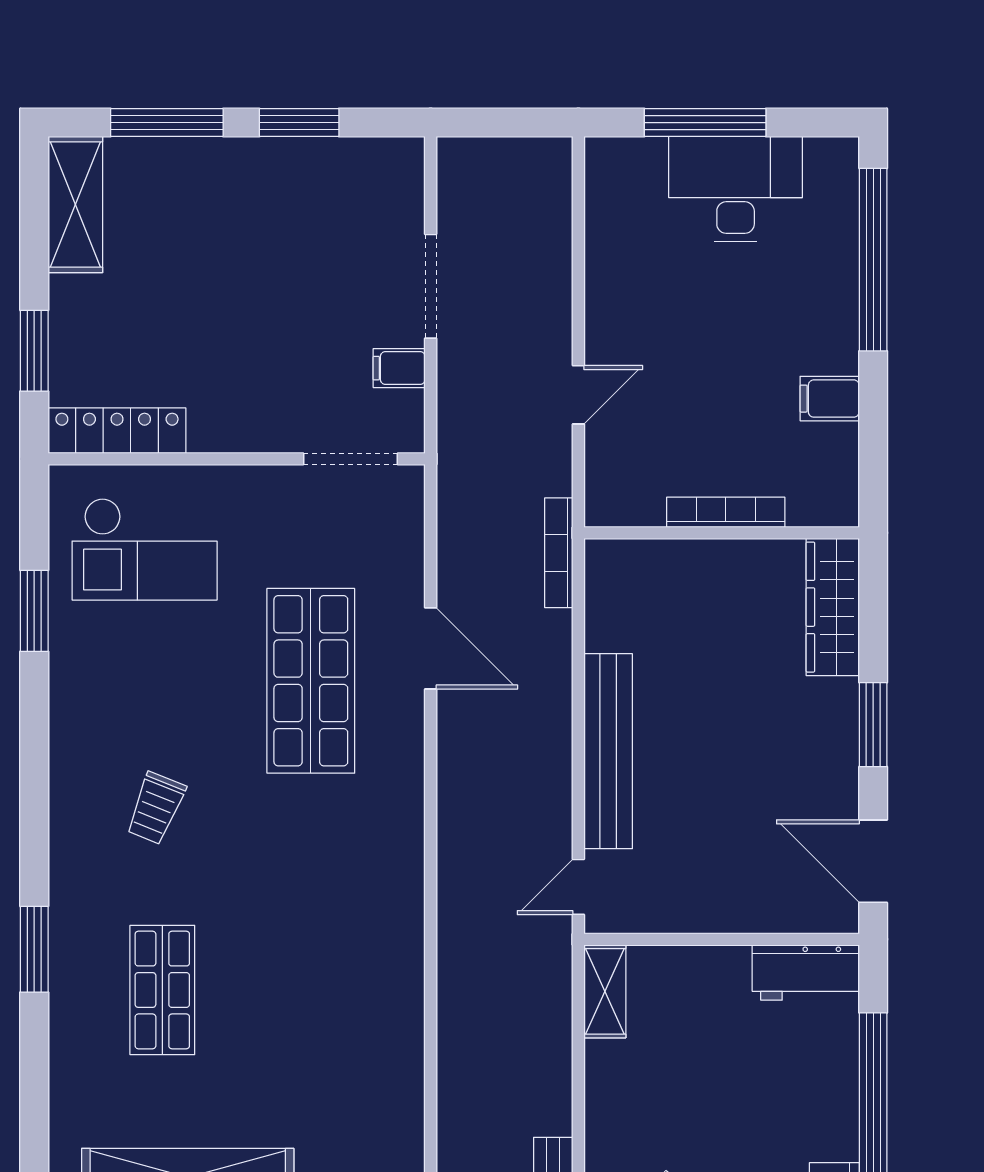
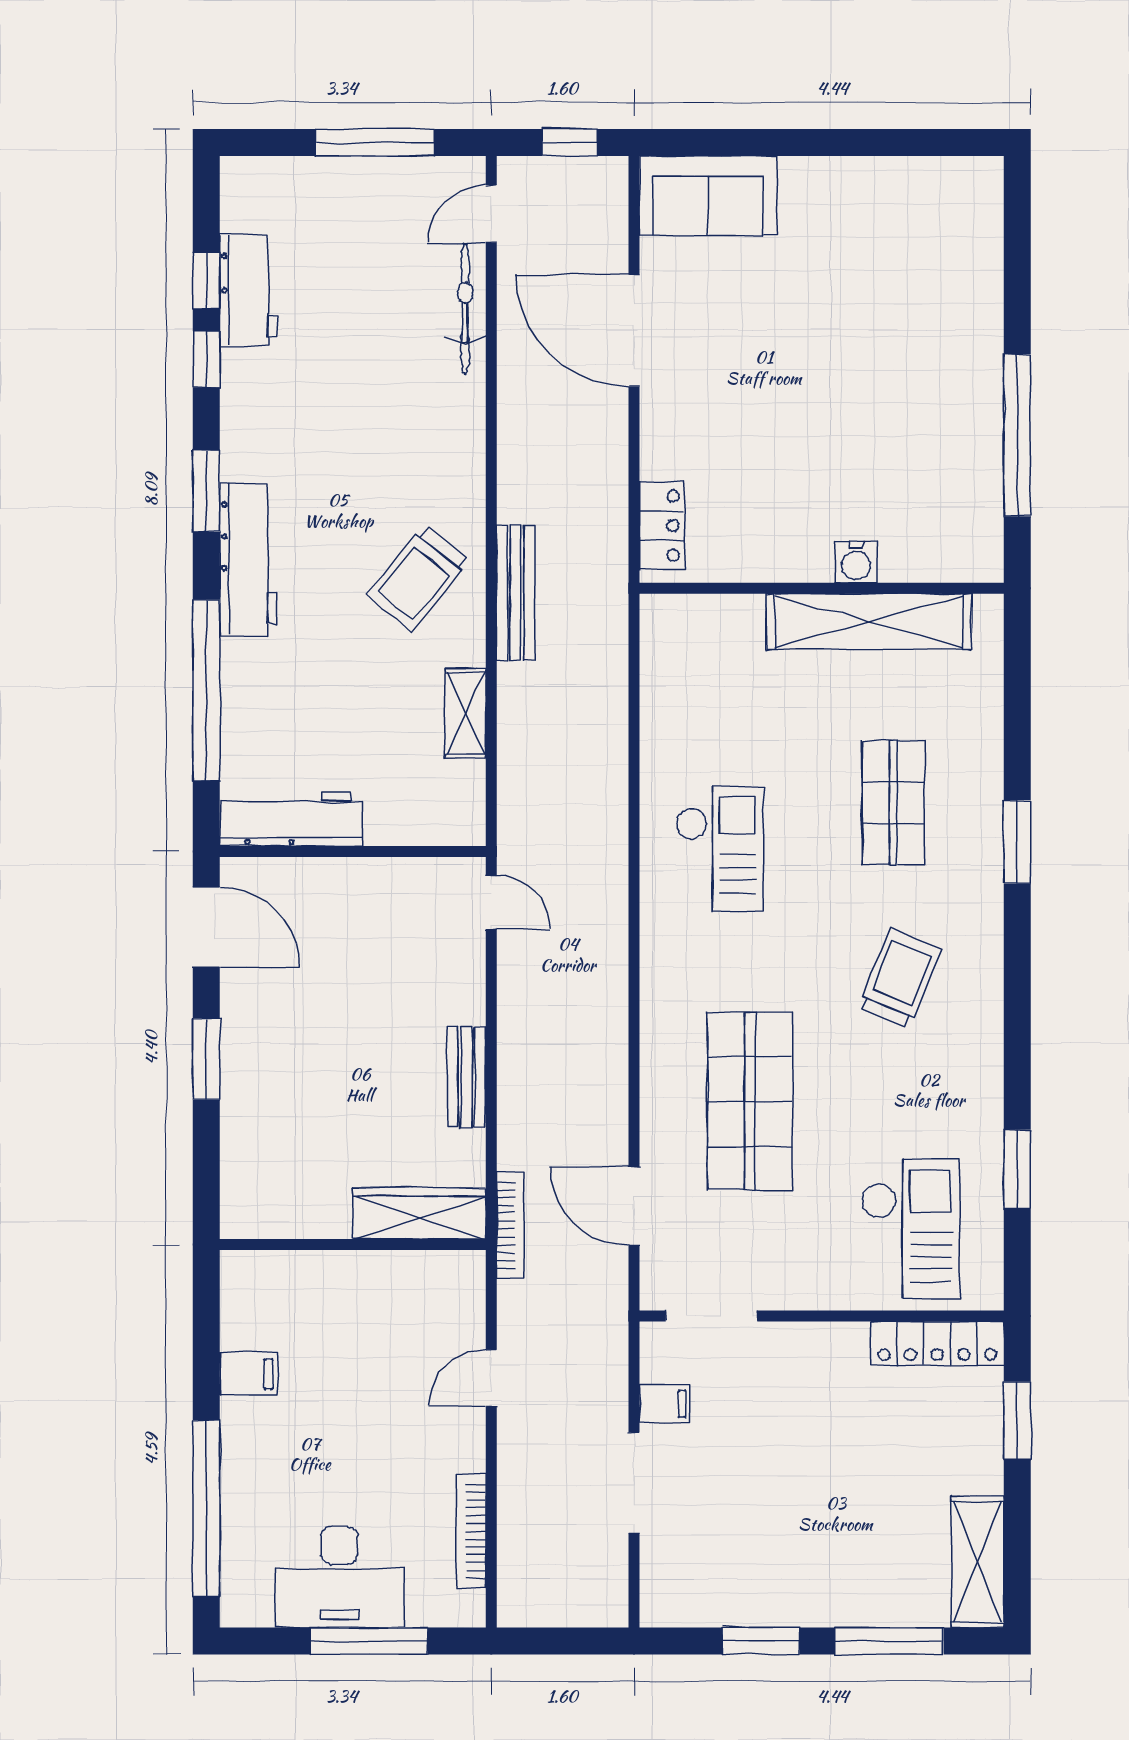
bookcase: (726, 512) -> (471, 1531), moved, turned 90
checkout: (145, 549) -> (911, 1229), turned 90
wardrobe: (833, 607) -> (419, 1213), moved, turned -90
door: (431, 648) -> (634, 1206), moved
bench: (608, 751) -> (466, 1077), width x0.54, depth x0.82
trolley: (156, 808) -> (900, 978), width x1.36, depth x1.39
door: (578, 887) -> (491, 902), hinge flipped
checkout: (342, 942) -> (719, 849), added
workbench: (806, 973) -> (291, 819), width x1.38
shelving: (605, 991) -> (466, 713), moved

